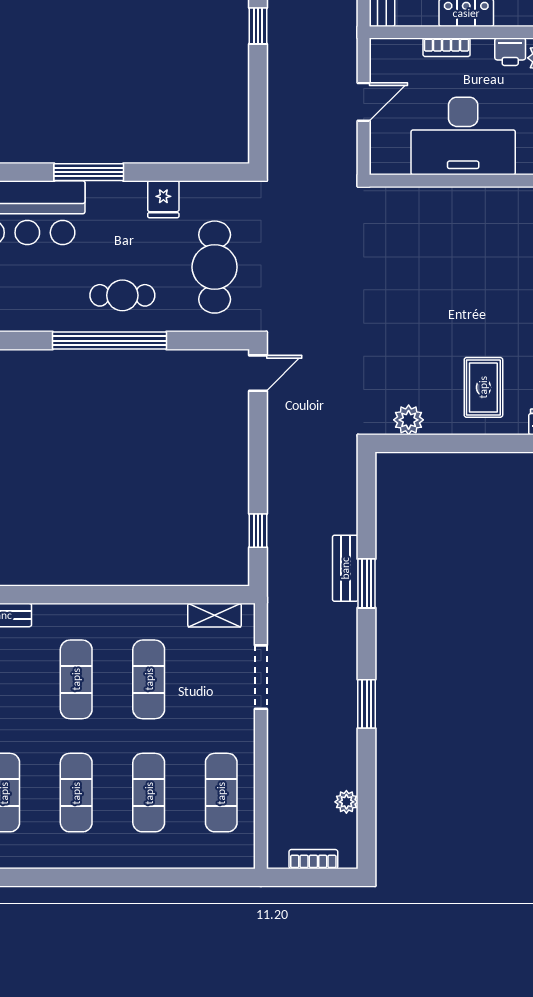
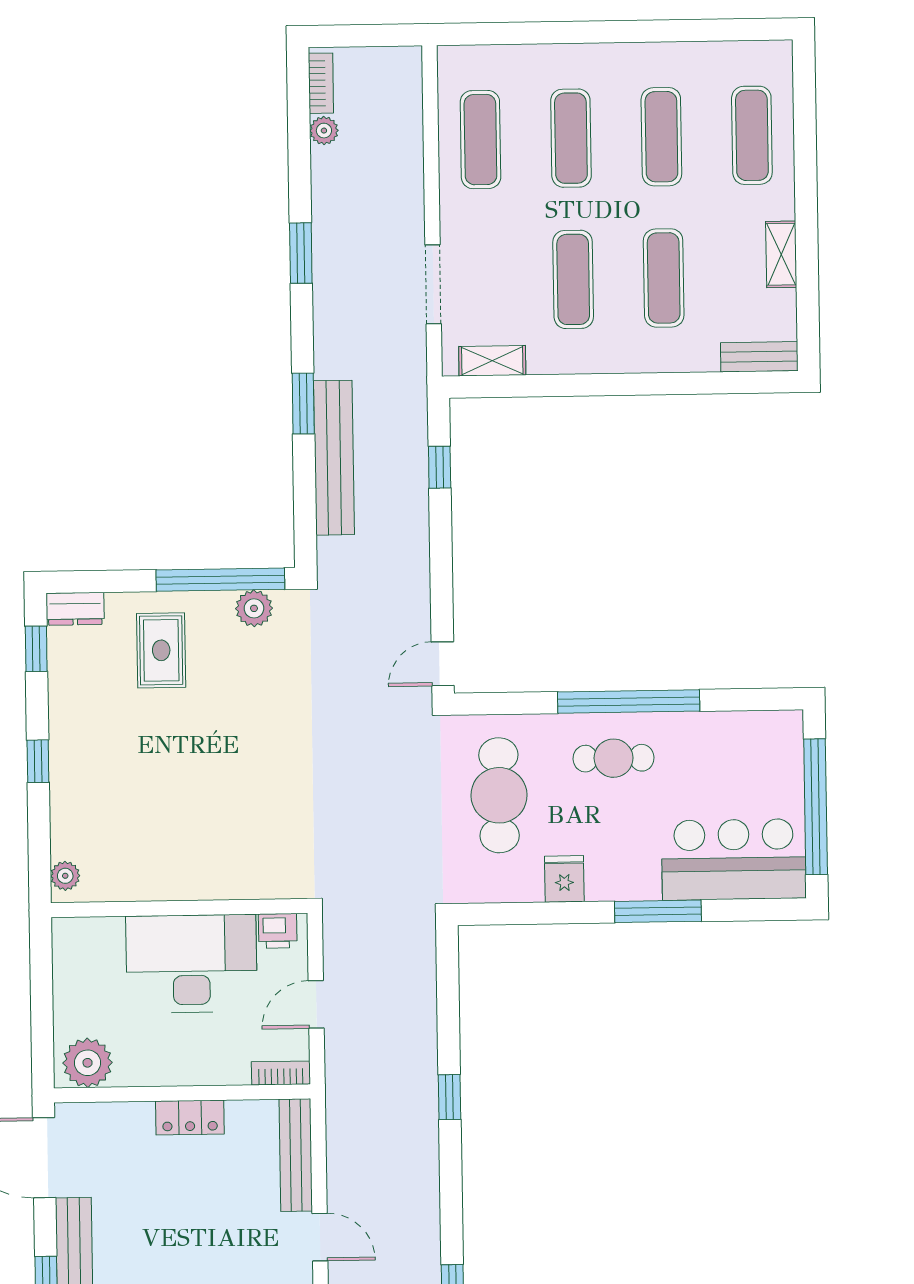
bookcase: (447, 47) -> (281, 1073), moved
printer: (510, 52) -> (278, 931), moved, turned 180
window: (435, 443) -> (220, 580), added
bench: (345, 568) -> (334, 458), width x1.86, depth x1.21
bookcase: (313, 859) -> (321, 83), moved, turned -90

